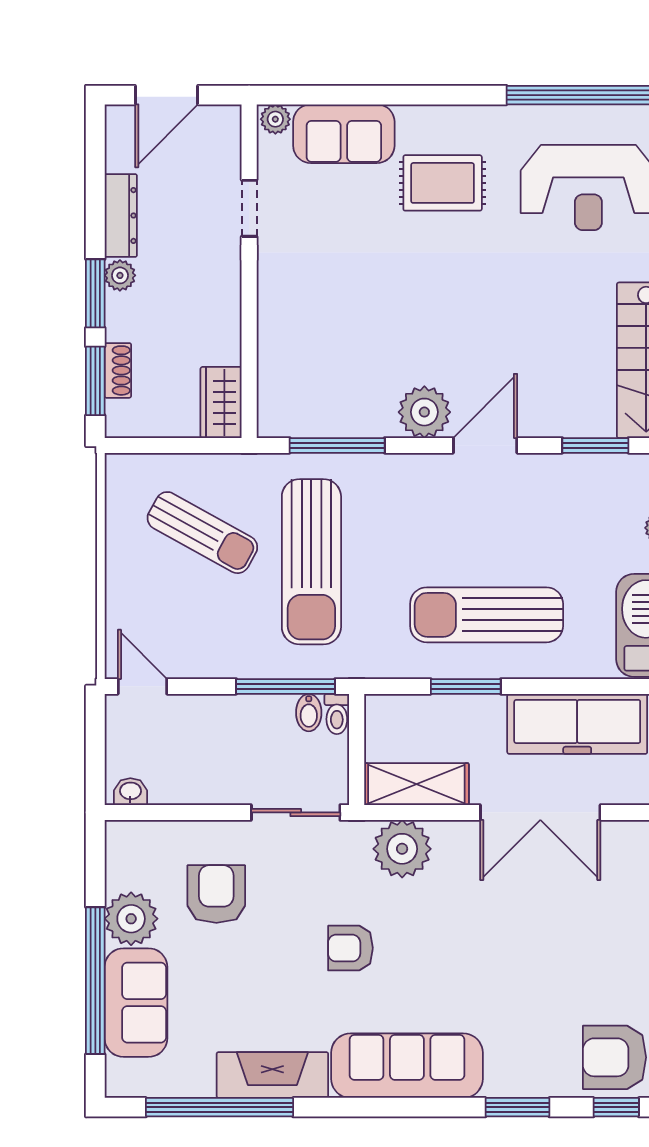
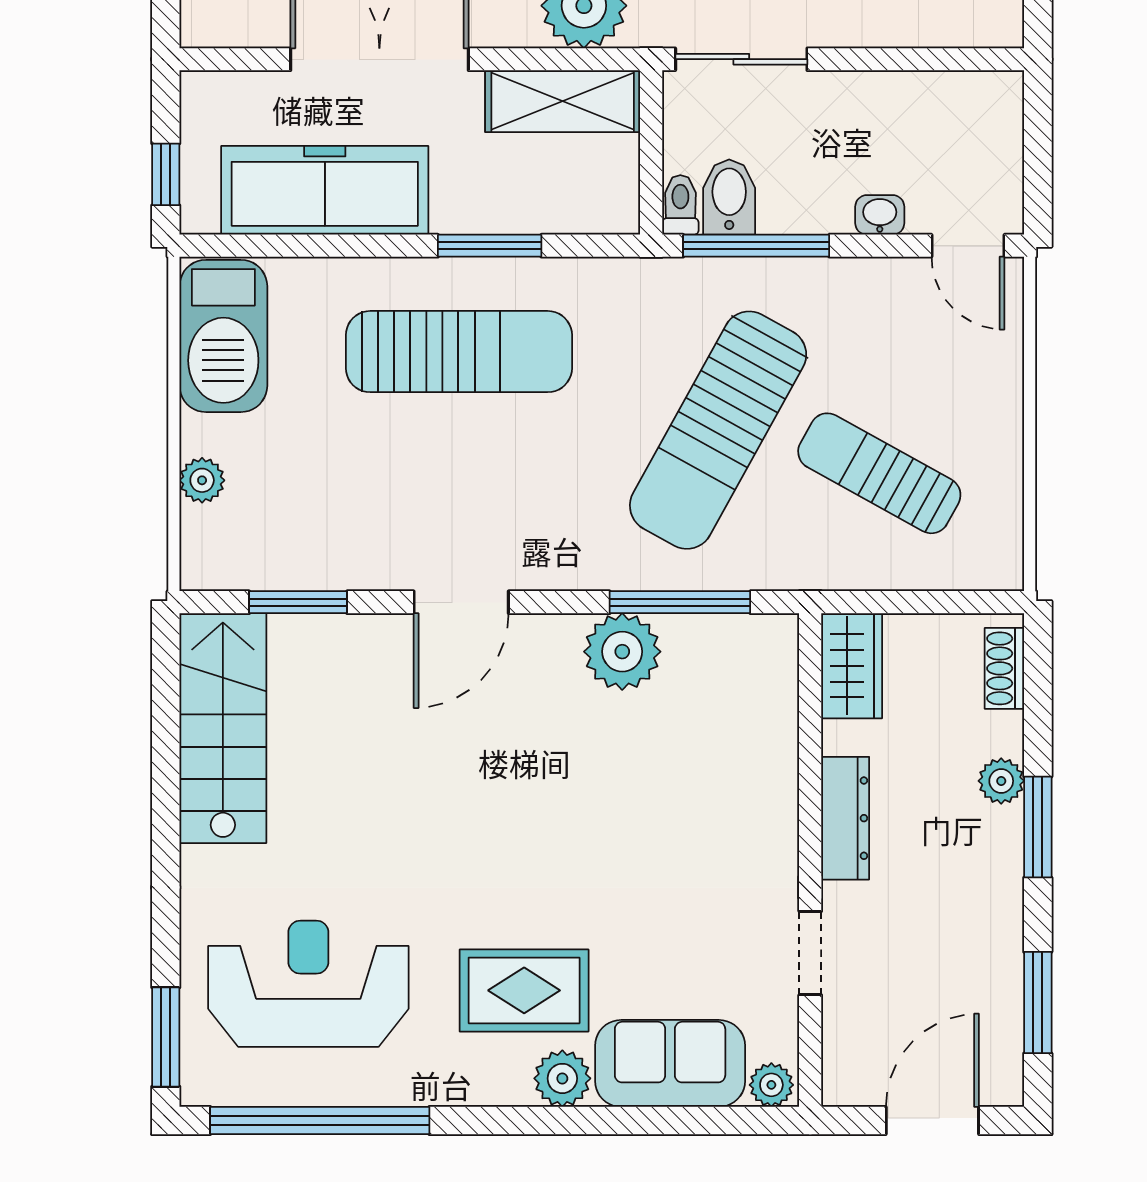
plant: (417, 123) -> (562, 1078), added
dresser: (121, 215) -> (845, 818), moved, turned 180
plant: (120, 275) -> (1001, 781), moved
shoe rack: (118, 370) -> (1004, 668), moved
window: (95, 381) -> (1038, 1003), moved
plant: (424, 412) -> (622, 652), moved
sun lounger: (311, 562) -> (718, 430), turned -151
bidet: (309, 713) -> (729, 197), width x1.38, depth x1.36
washbasin: (130, 792) -> (880, 215), moved, turned 180

